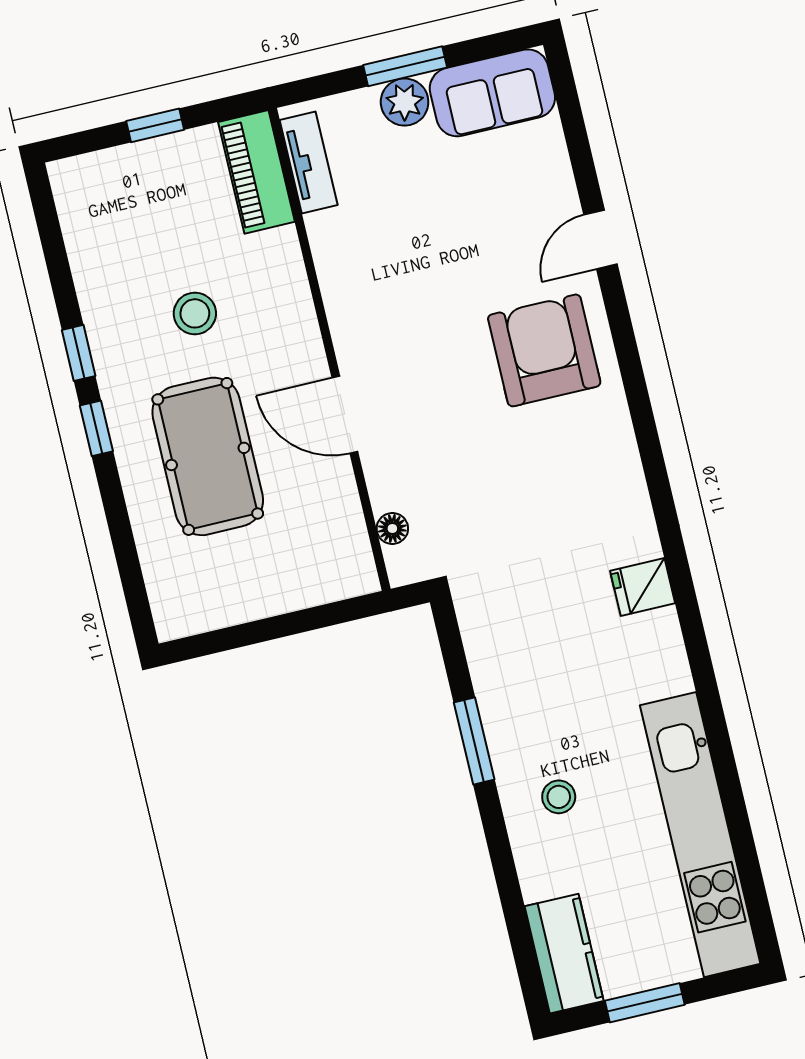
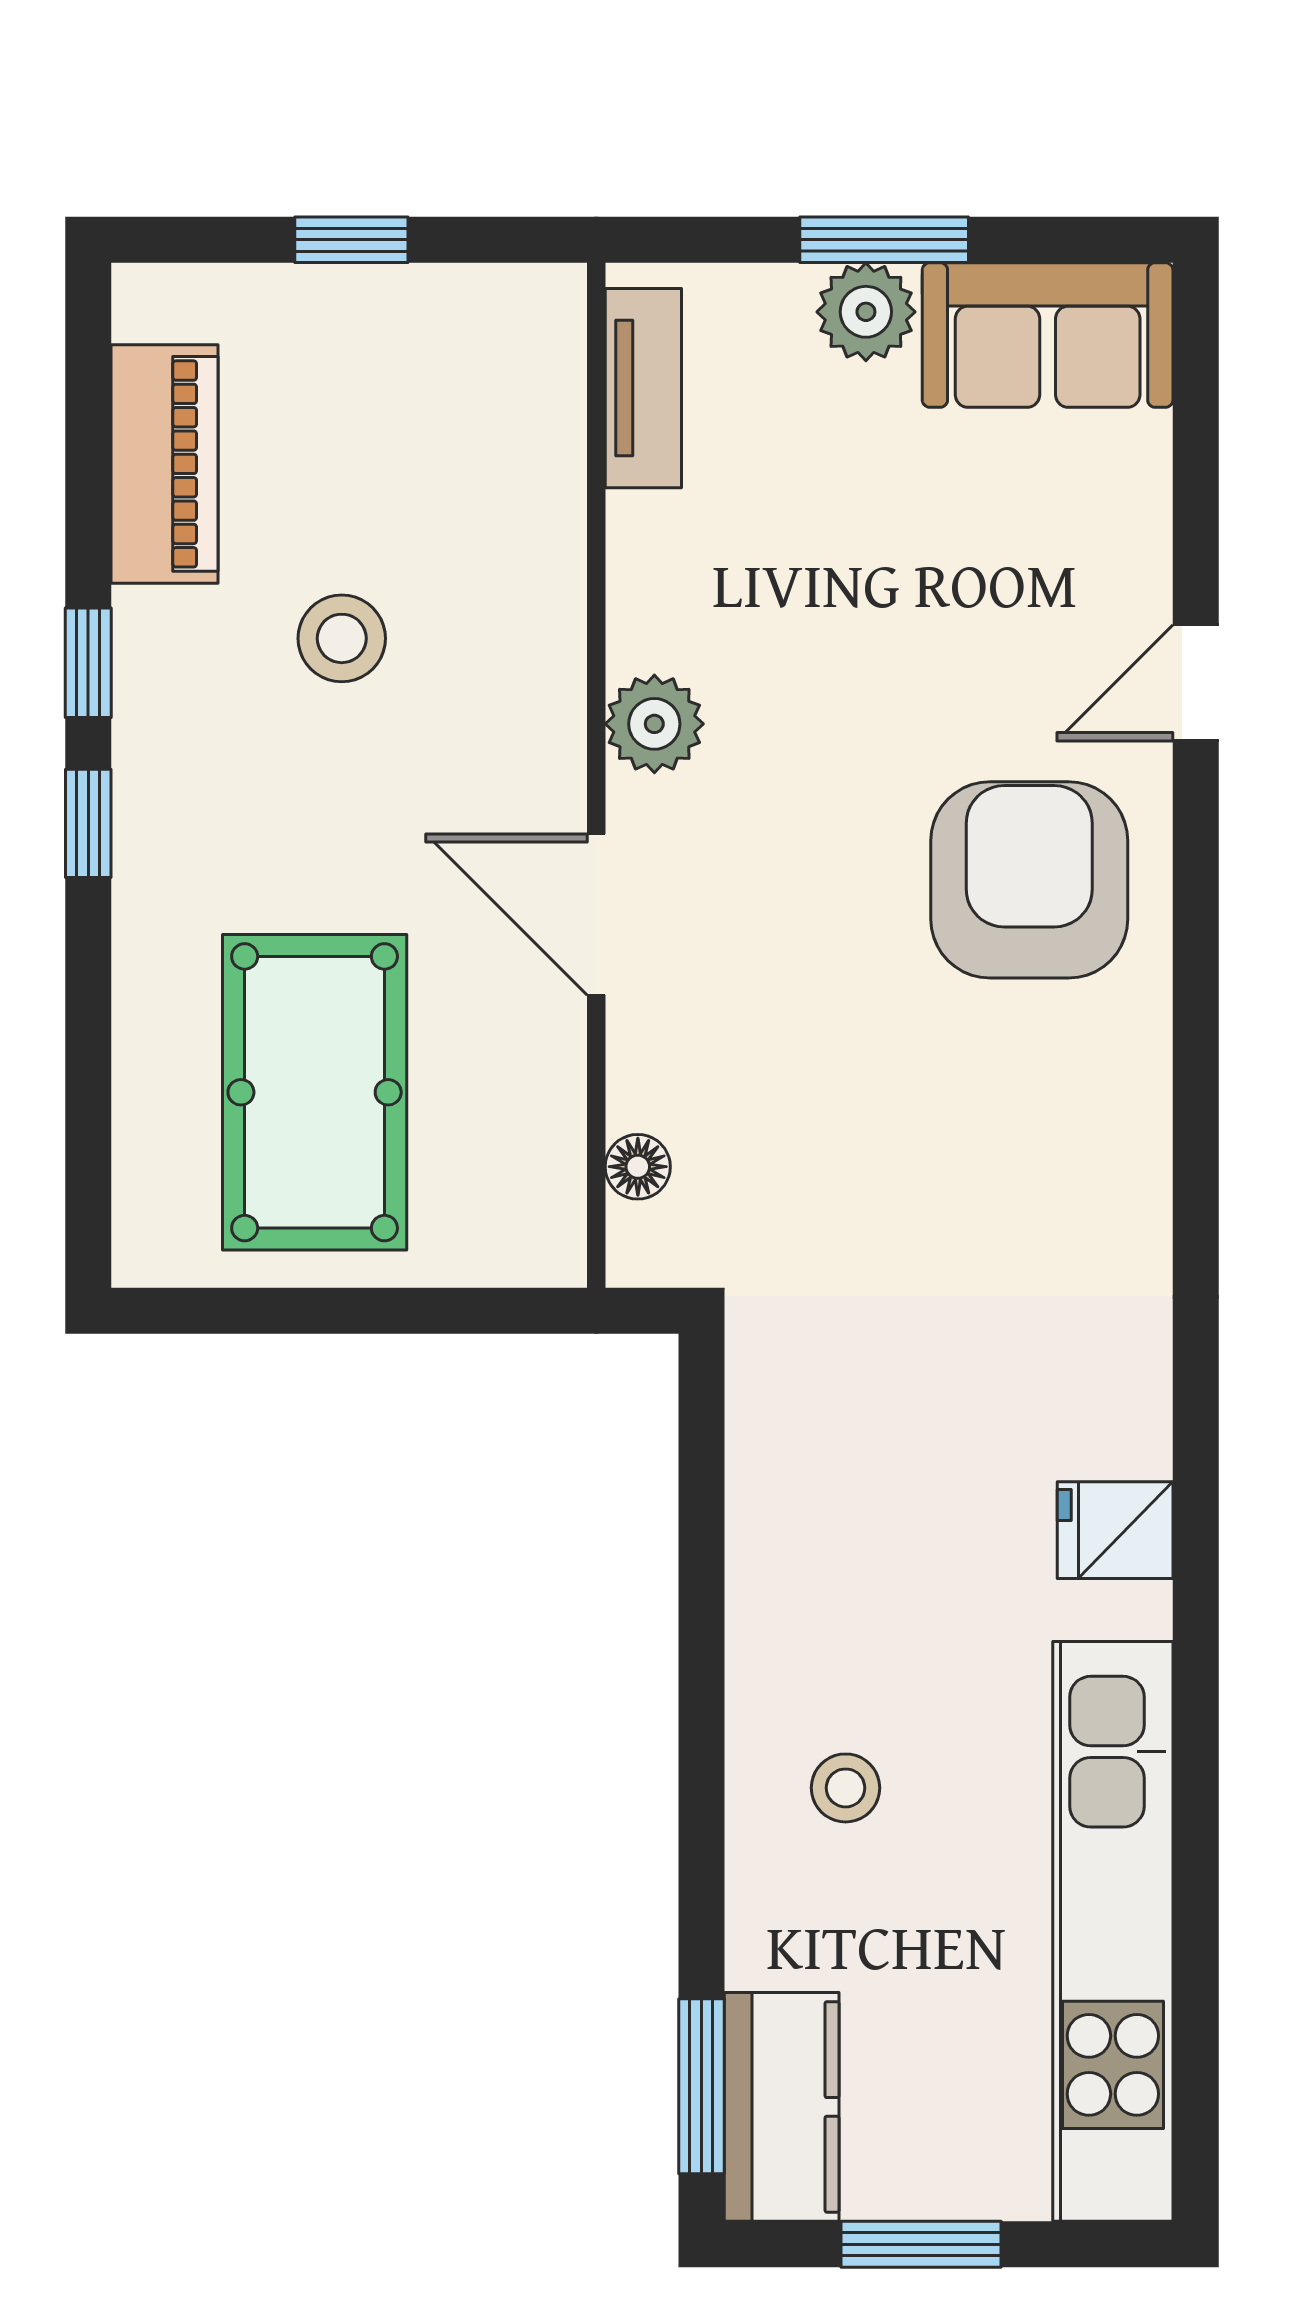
piano: (256, 172) -> (164, 464), moved, turned 180
plant: (351, 319) -> (654, 724), added
pool table: (208, 456) -> (315, 1092), moved
fridge: (643, 587) -> (1115, 1530), moved
window: (474, 741) -> (701, 2086), moved

